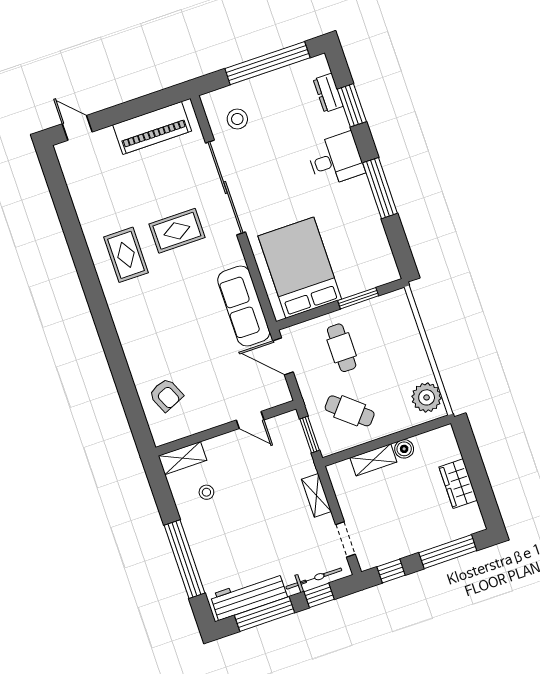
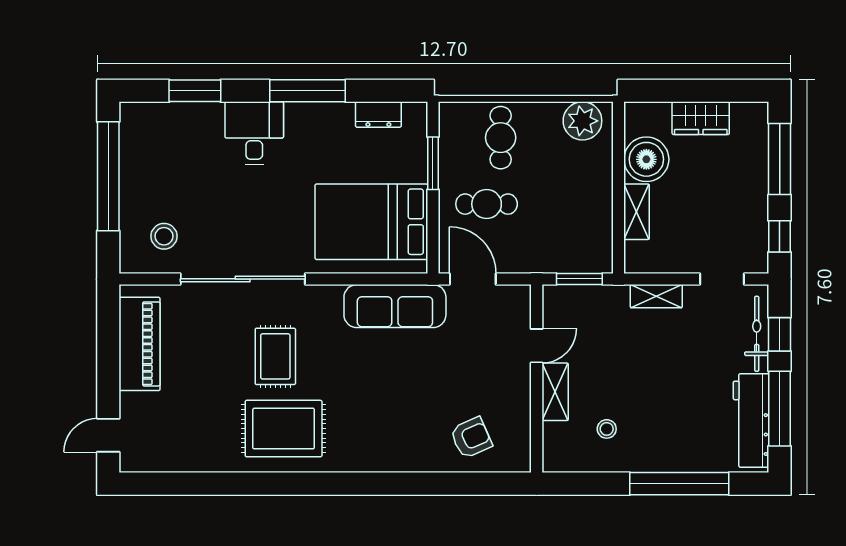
dresser: (328, 93) -> (378, 114), moved
rug: (126, 255) -> (284, 429), width x1.36, depth x1.43
door: (283, 356) -> (473, 279), swing flipped
cafe table: (350, 411) -> (501, 138), moved, turned -40
boiler: (404, 449) -> (646, 159), width x1.86, depth x1.86
shelving: (183, 458) -> (555, 392), moved

